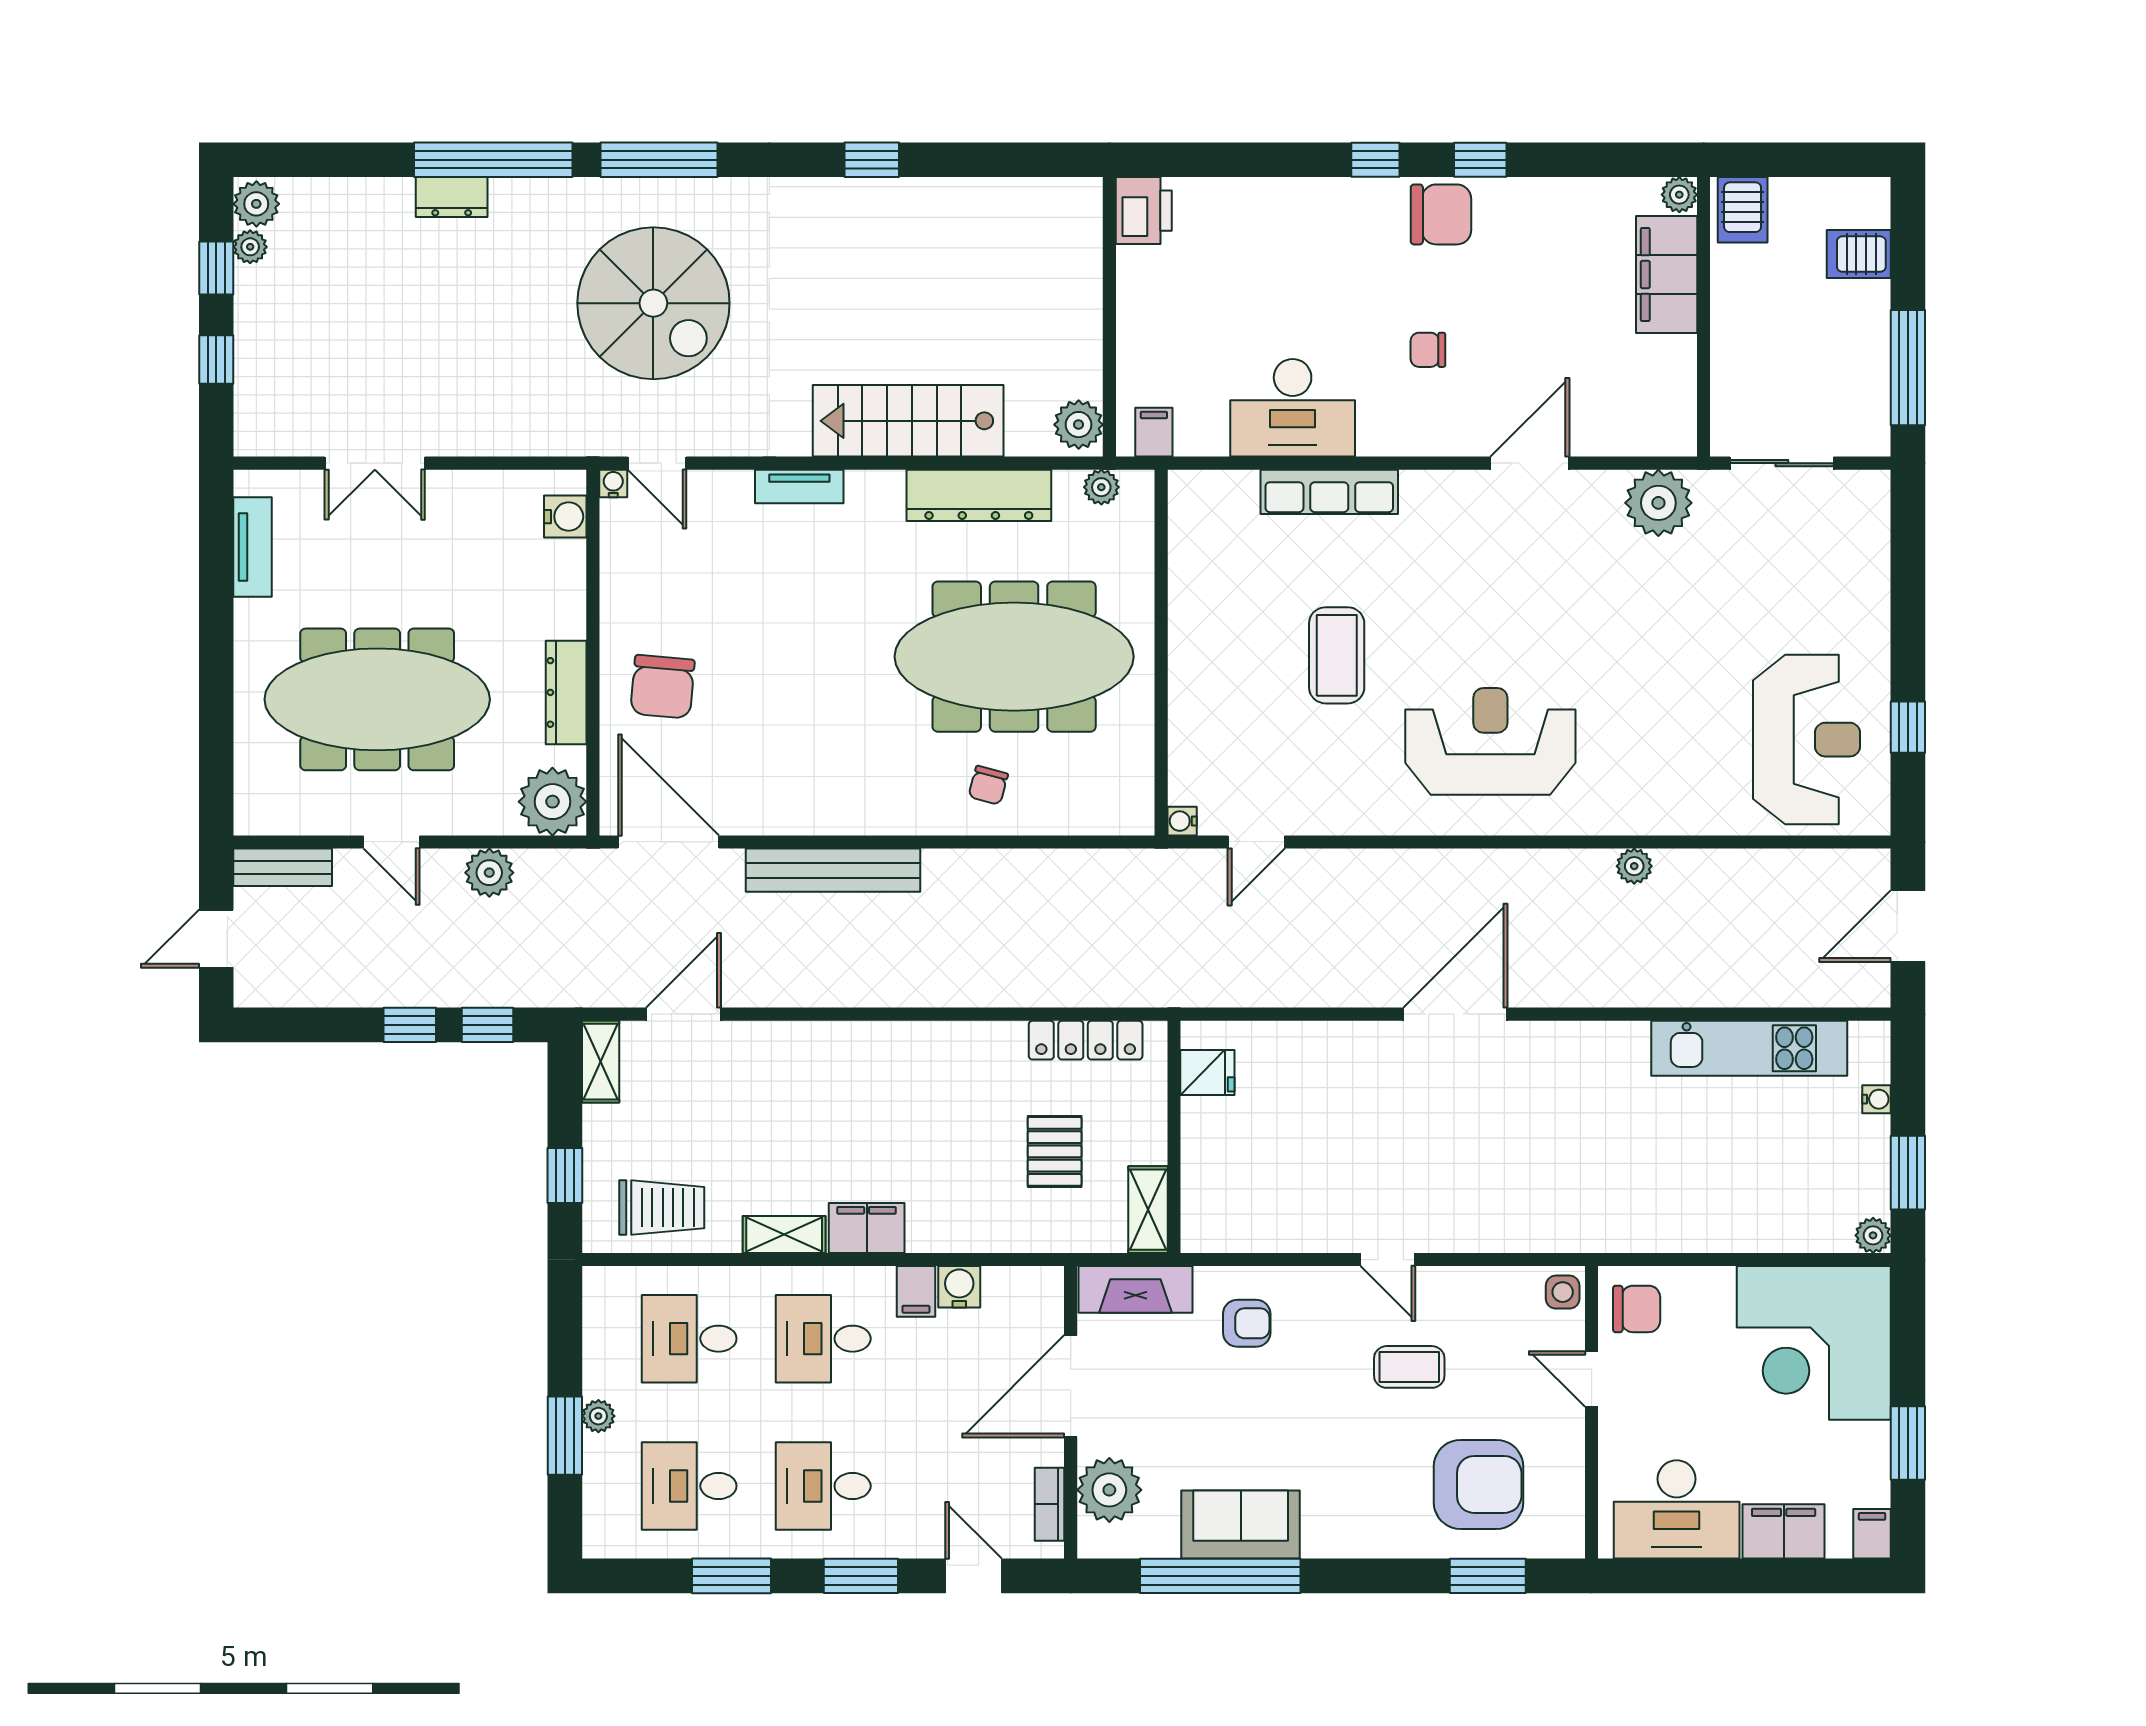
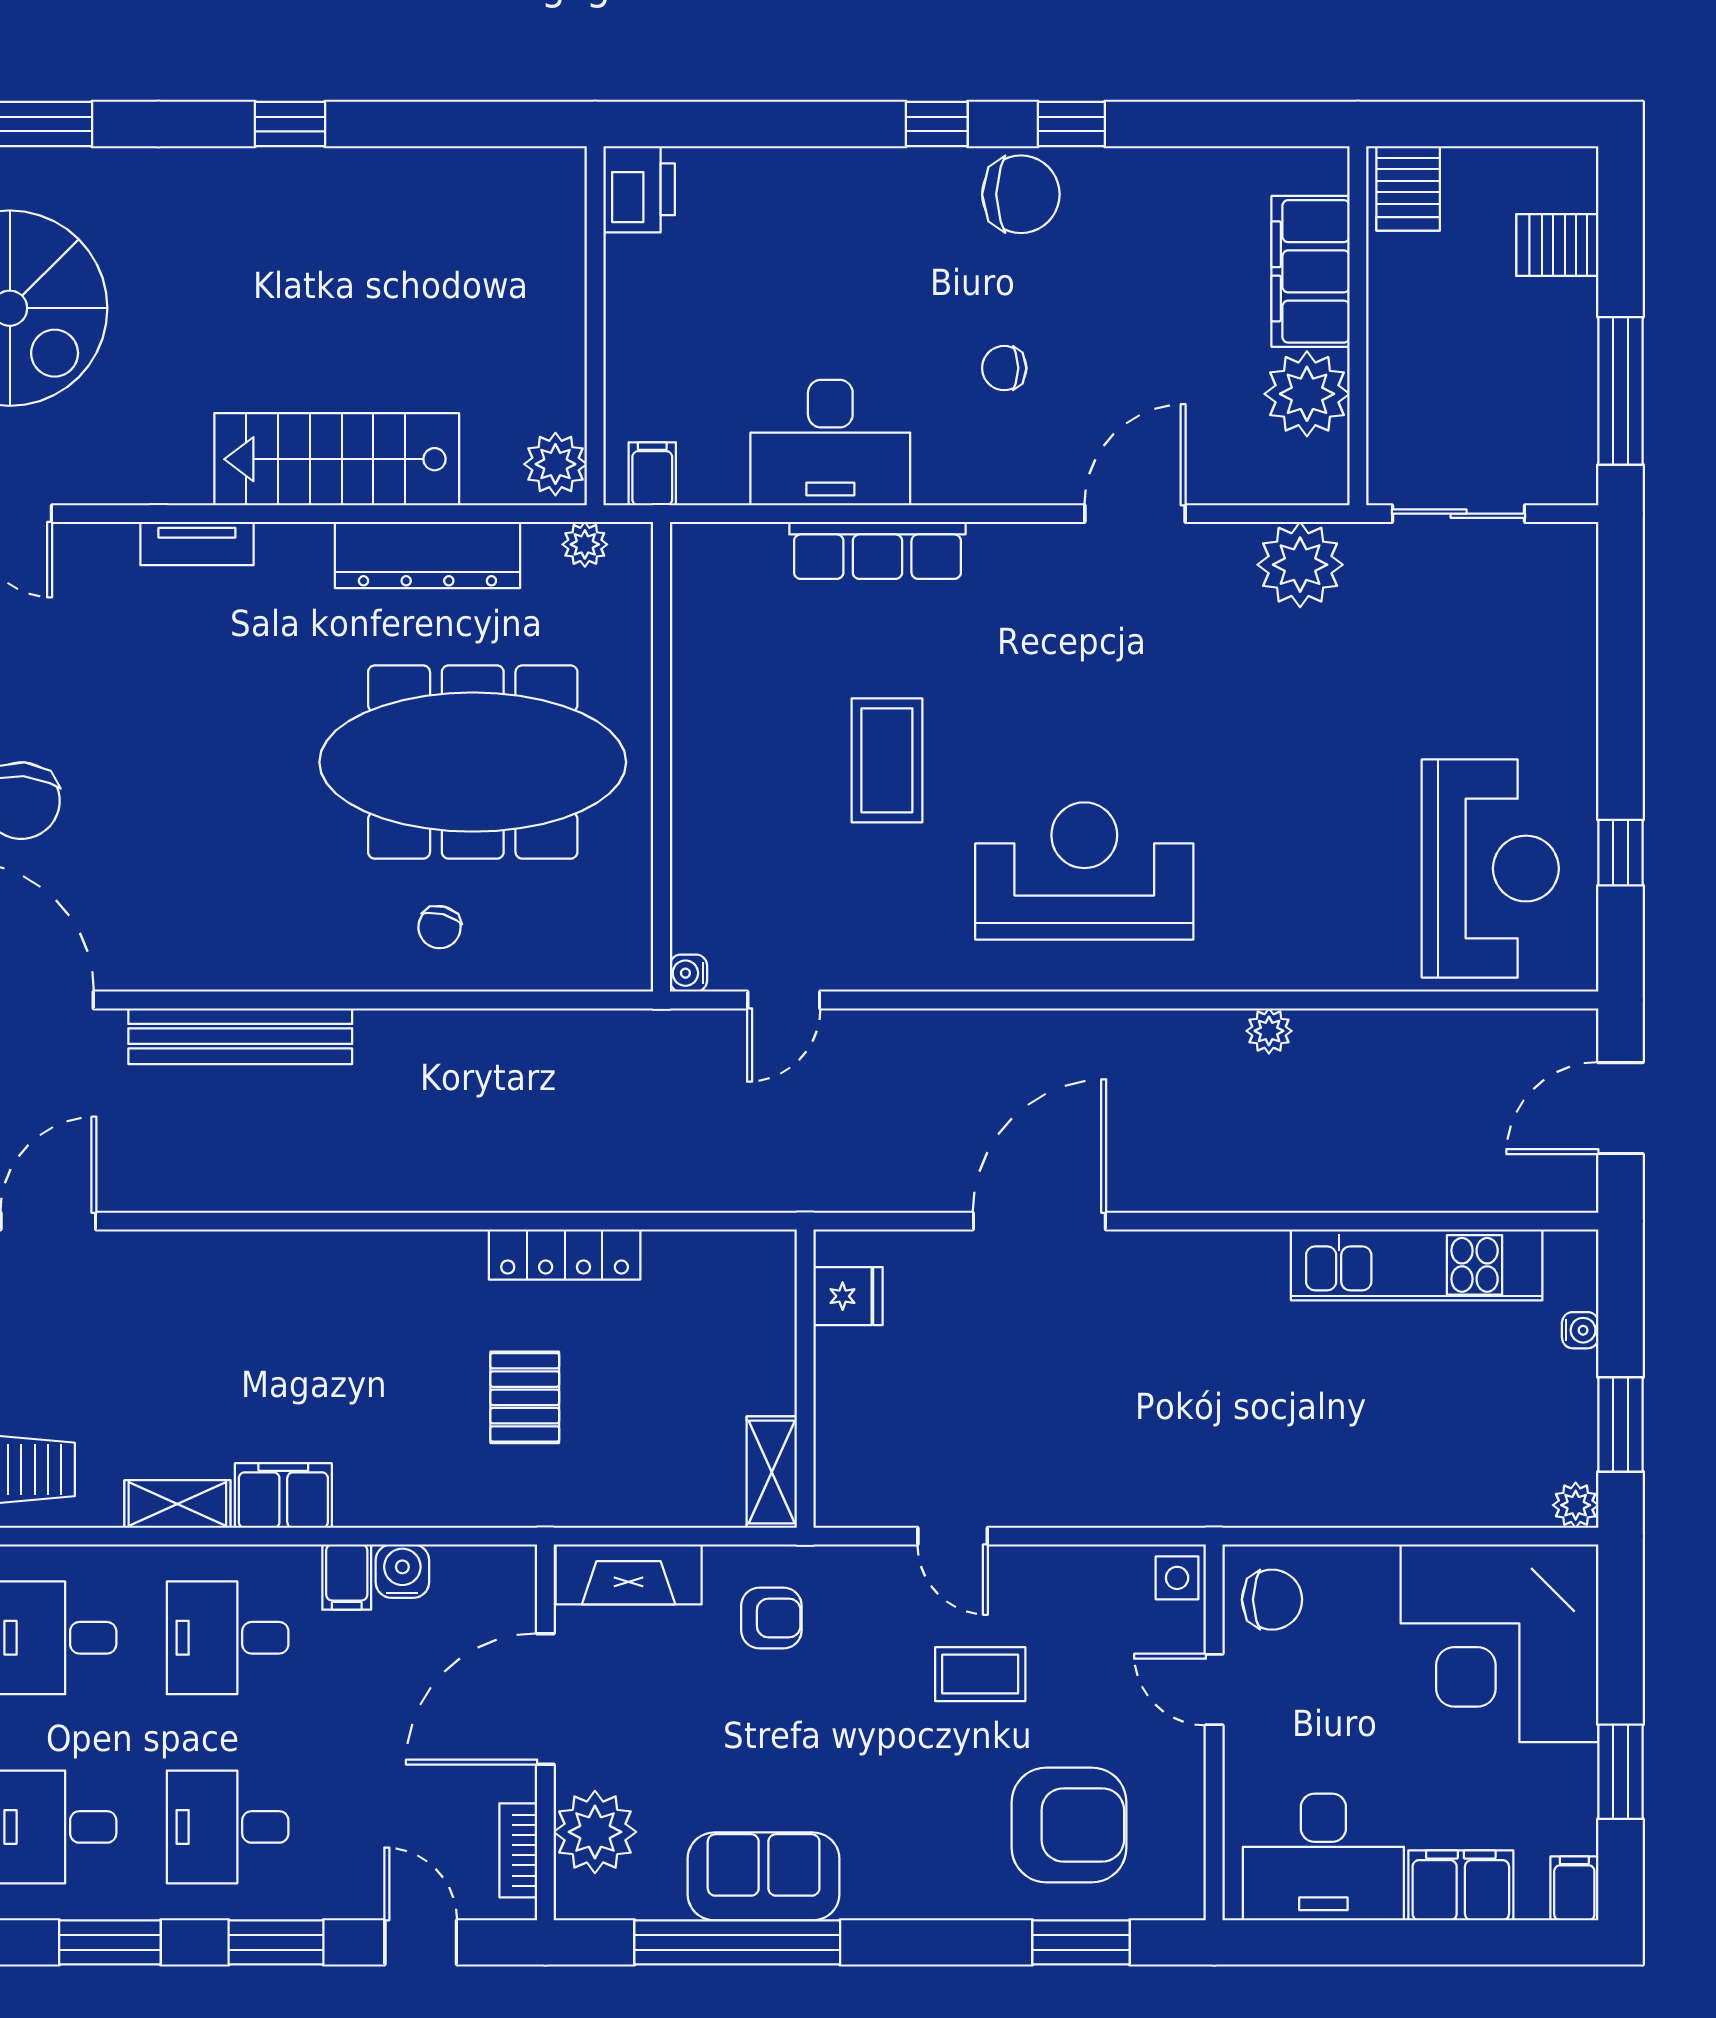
plant: (1679, 195) -> (1307, 394), moved, width x1.88, depth x1.88
fridge: (1207, 1073) -> (848, 1296), moved
wall: (1174, 1137) -> (805, 1379), moved
shelving: (1148, 1210) -> (772, 1472), moved

